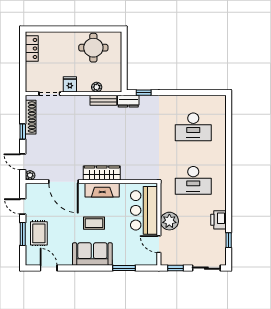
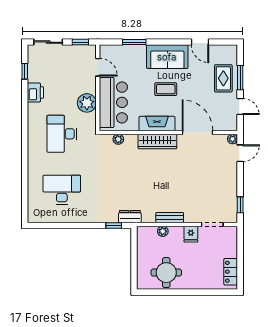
bench: (103, 100) -> (170, 218), moved
shoe rack: (31, 117) -> (232, 200), removed
window: (23, 132) -> (240, 205), moved
door: (23, 162) -> (240, 153), hinge flipped
plant: (139, 175) -> (118, 139), added
desk: (193, 180) -> (62, 134), turned -90
plant: (169, 221) -> (87, 103), moved
door: (49, 268) -> (200, 42), moved

